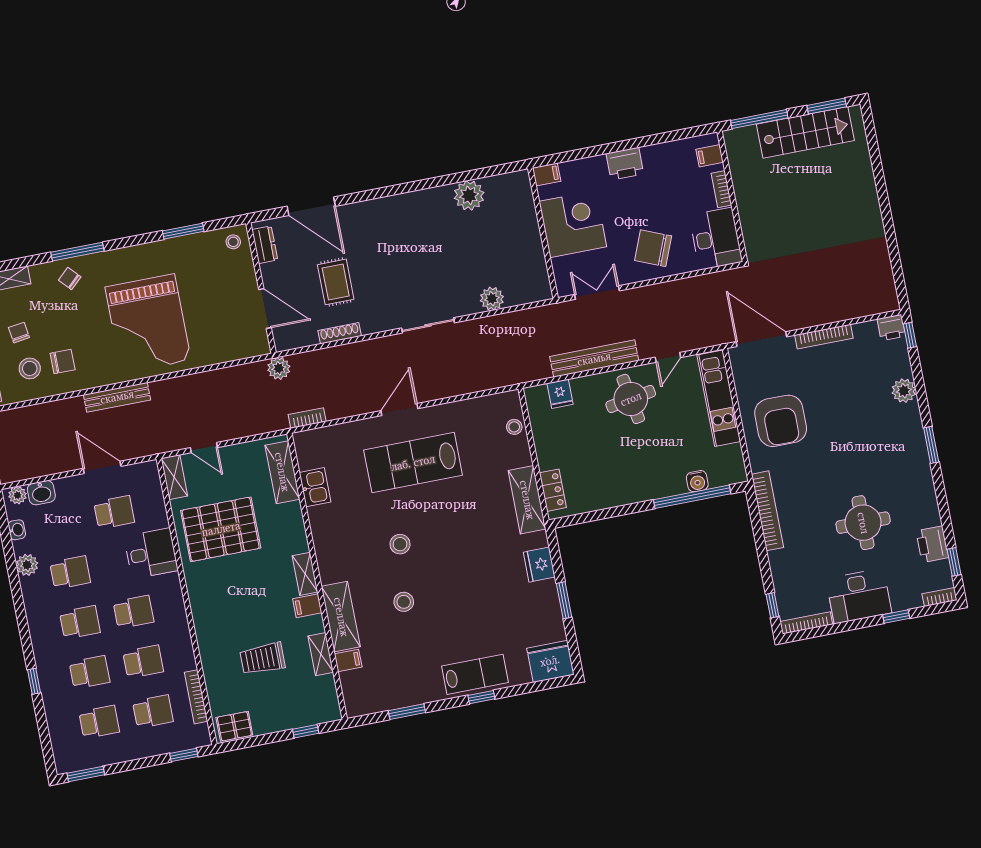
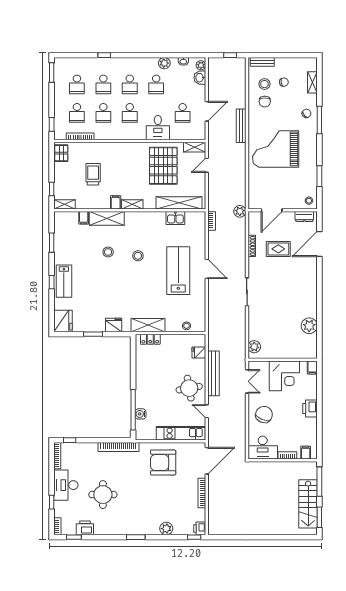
plant: (492, 299) -> (254, 347), moved
shelving: (282, 472) -> (179, 203), width x1.47
shelving: (321, 654) -> (64, 204), moved

